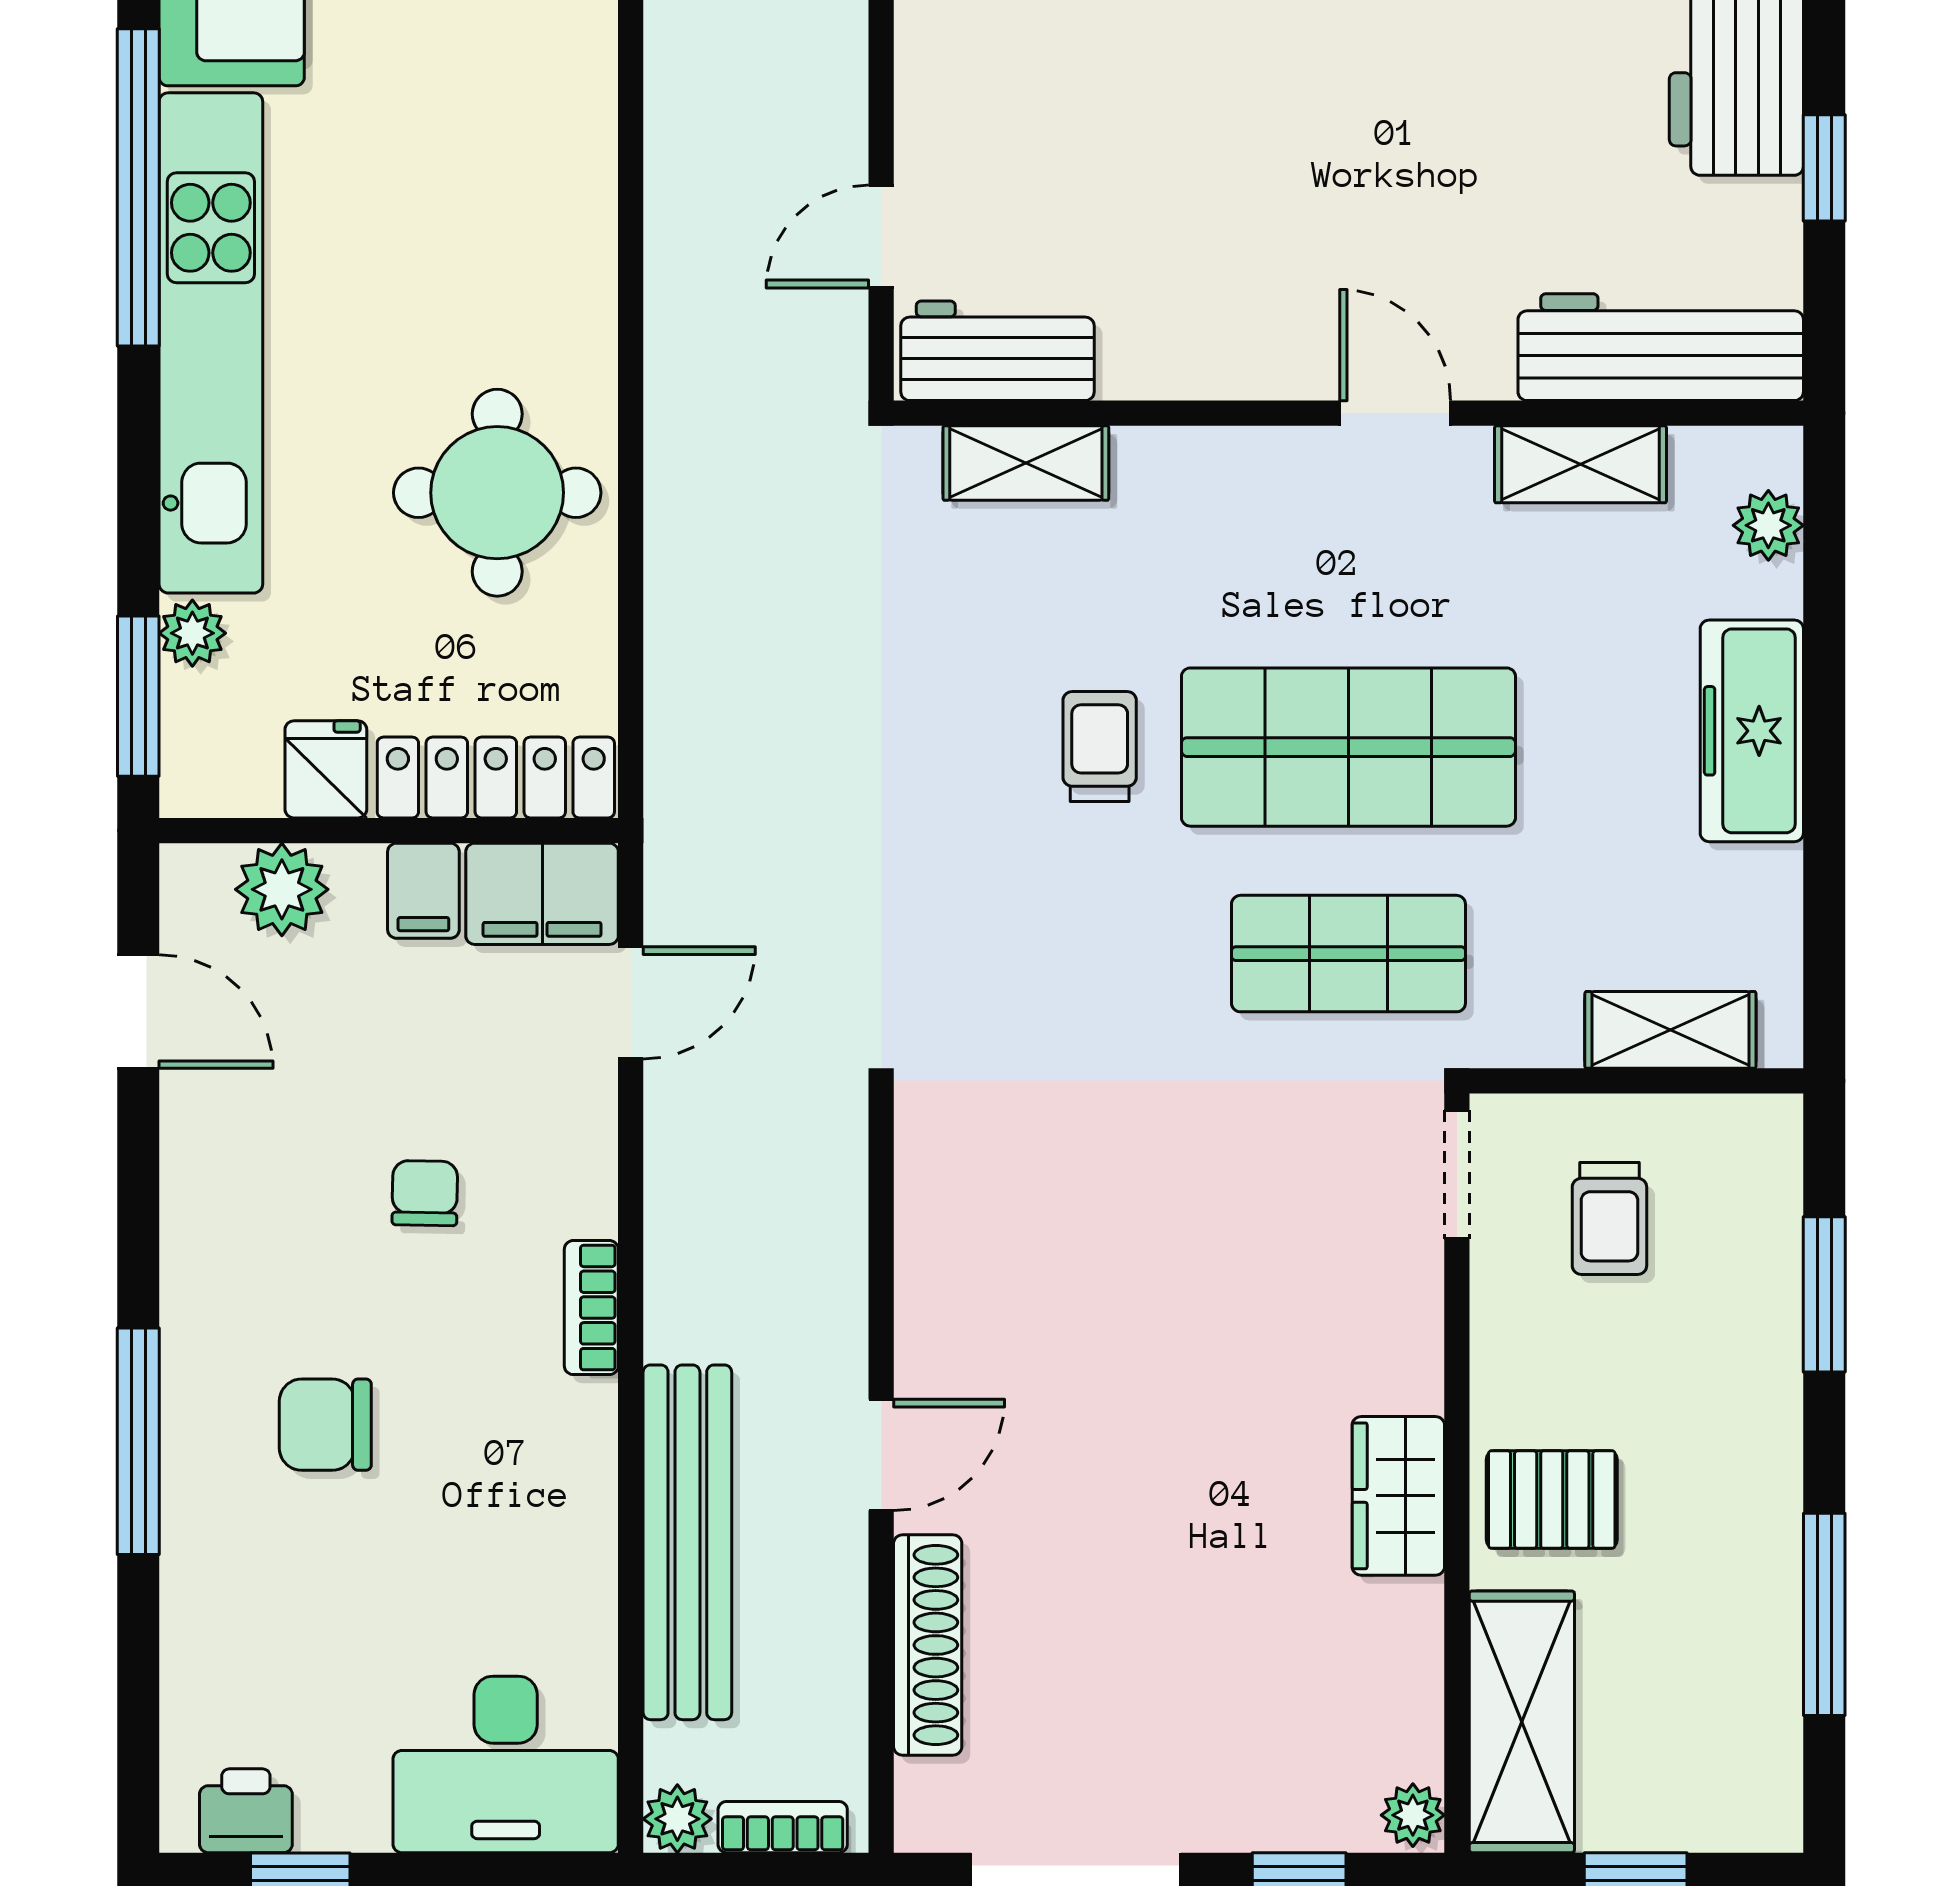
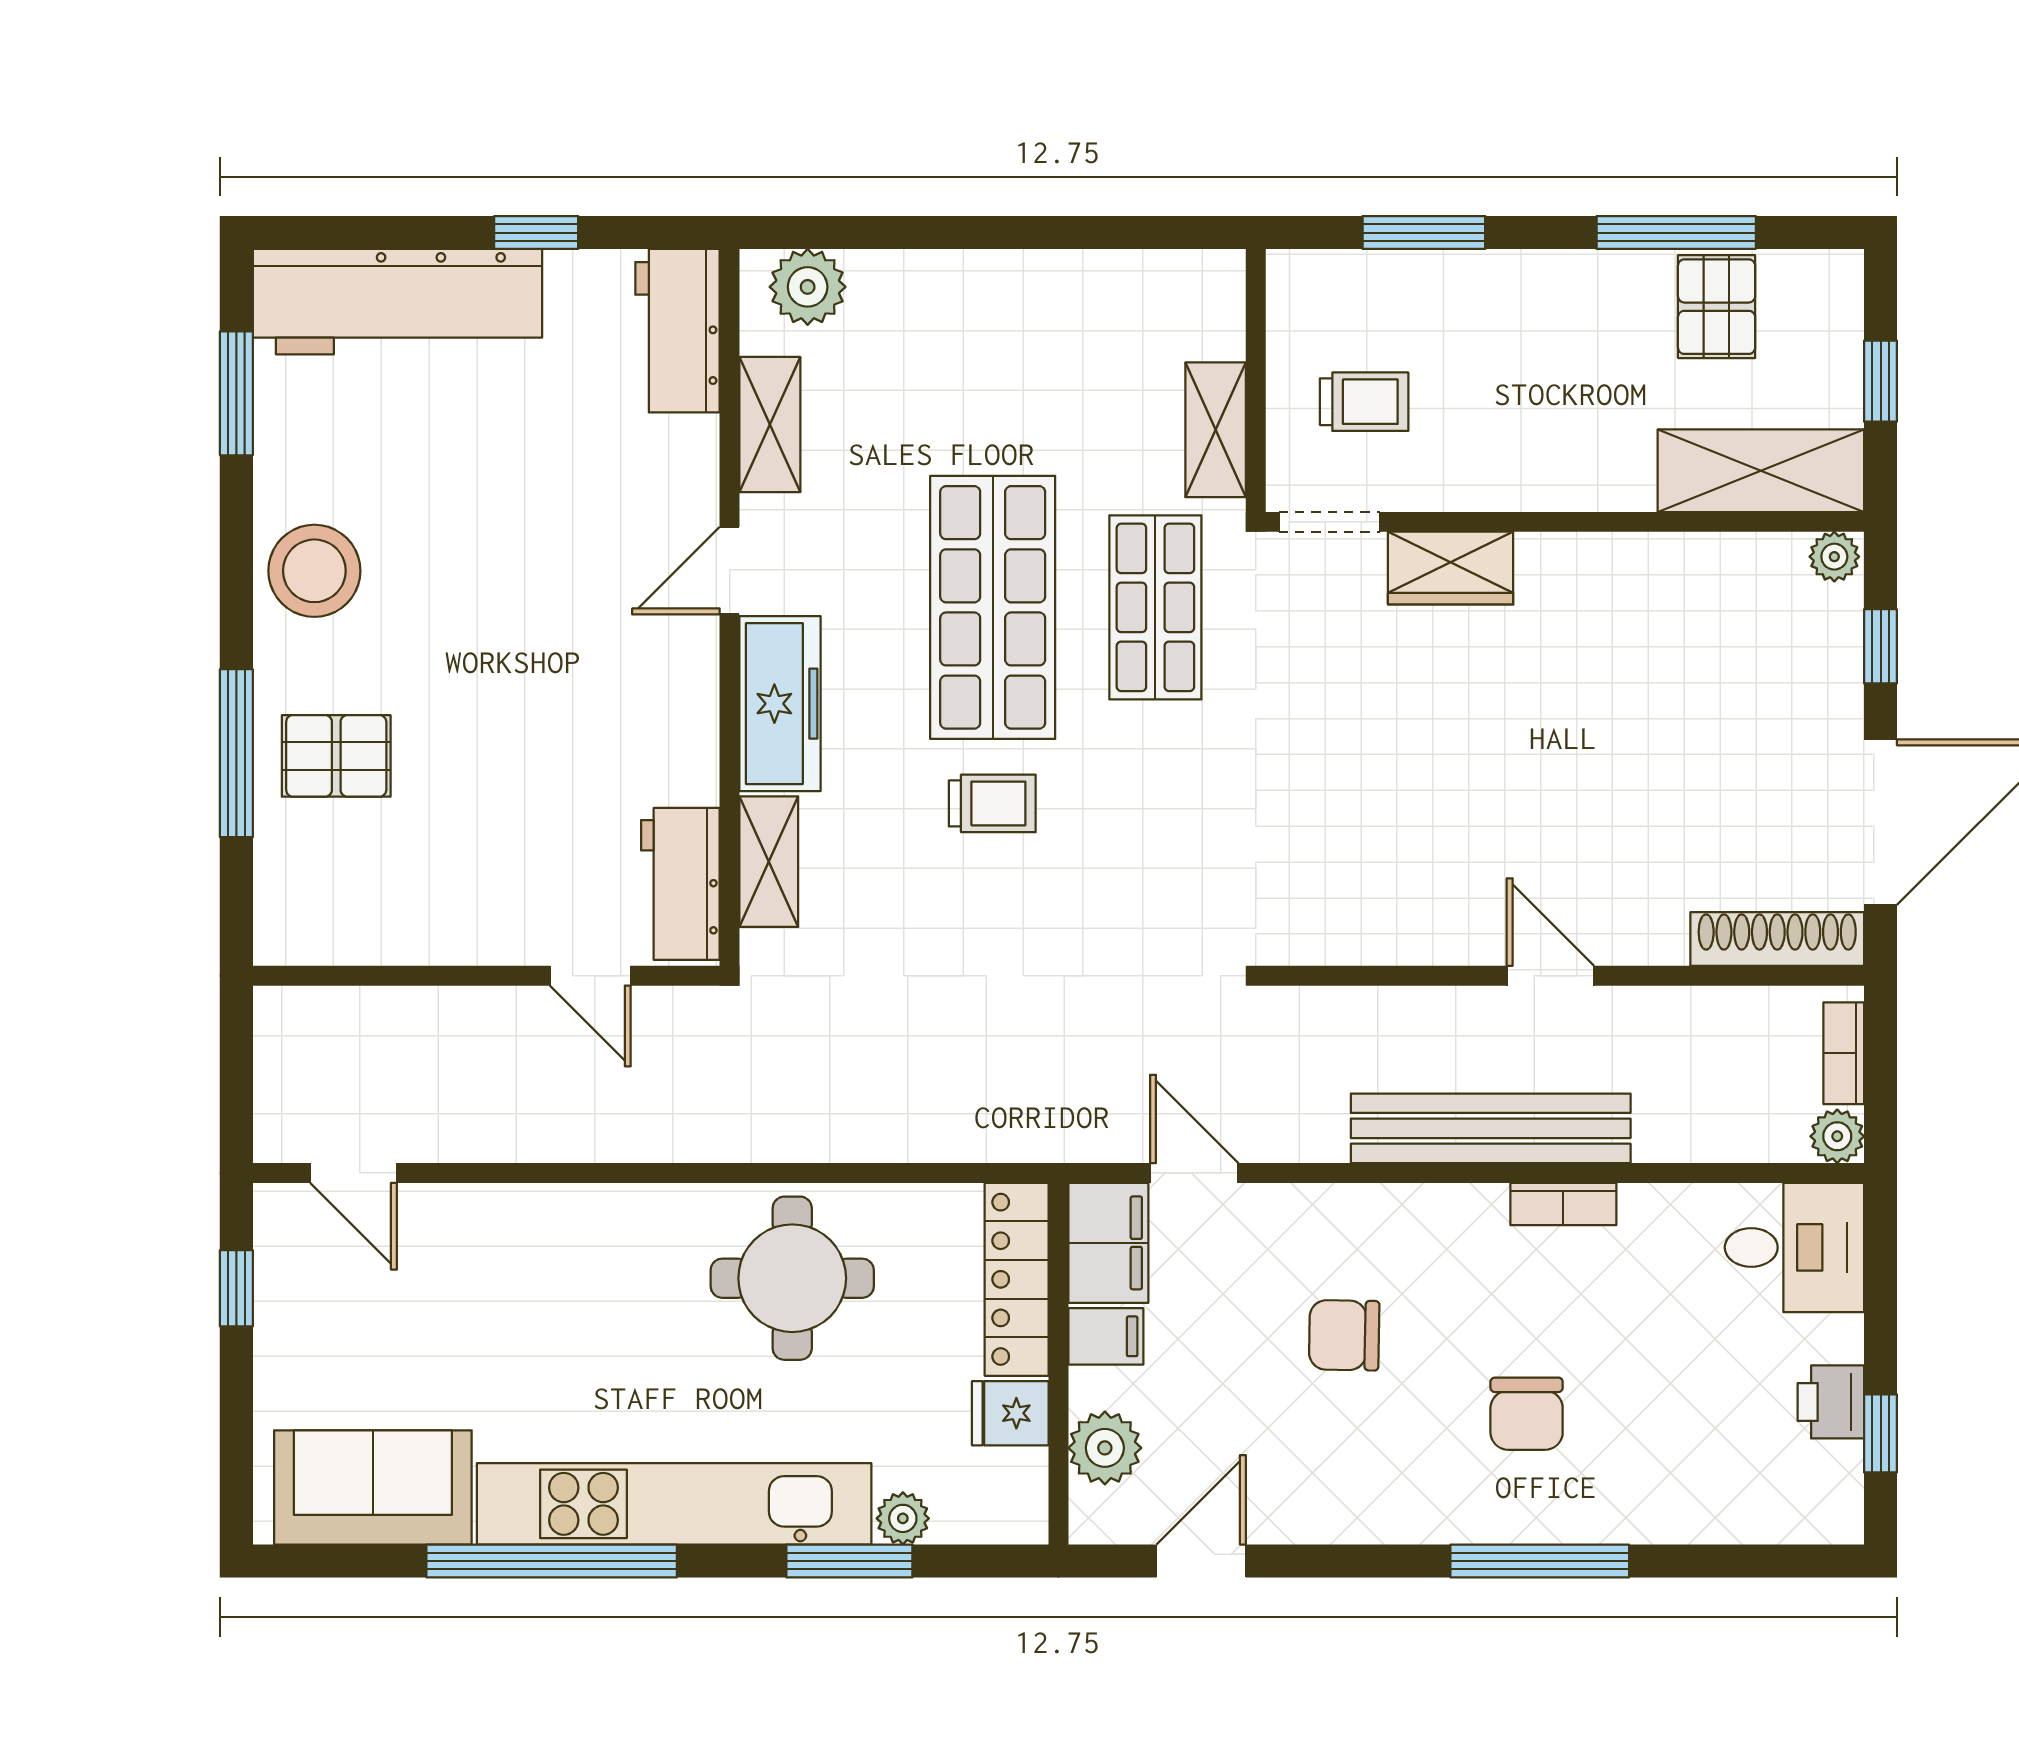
workbench: (1661, 347) -> (677, 331), width x0.73
plant: (1768, 525) -> (808, 287), width x1.38, depth x1.38
window: (138, 696) -> (849, 1561), moved
freezer: (1752, 731) -> (780, 704), moved, turned -90
trolley: (1100, 747) -> (992, 803), turned 180
shelving: (1670, 1030) -> (1216, 430), moved
chair: (425, 1193) -> (1344, 1335), width x1.37, depth x1.37
bookcase: (591, 1308) -> (1563, 1204), moved
wardrobe: (1398, 1496) -> (1451, 568), moved
pallet: (1552, 1500) -> (1717, 307), moved
bench: (687, 1542) -> (1491, 1128), moved
shoe rack: (928, 1645) -> (1777, 939), moved
desk: (506, 1764) -> (1794, 1247), width x0.73
printer: (246, 1811) -> (1831, 1402), moved

